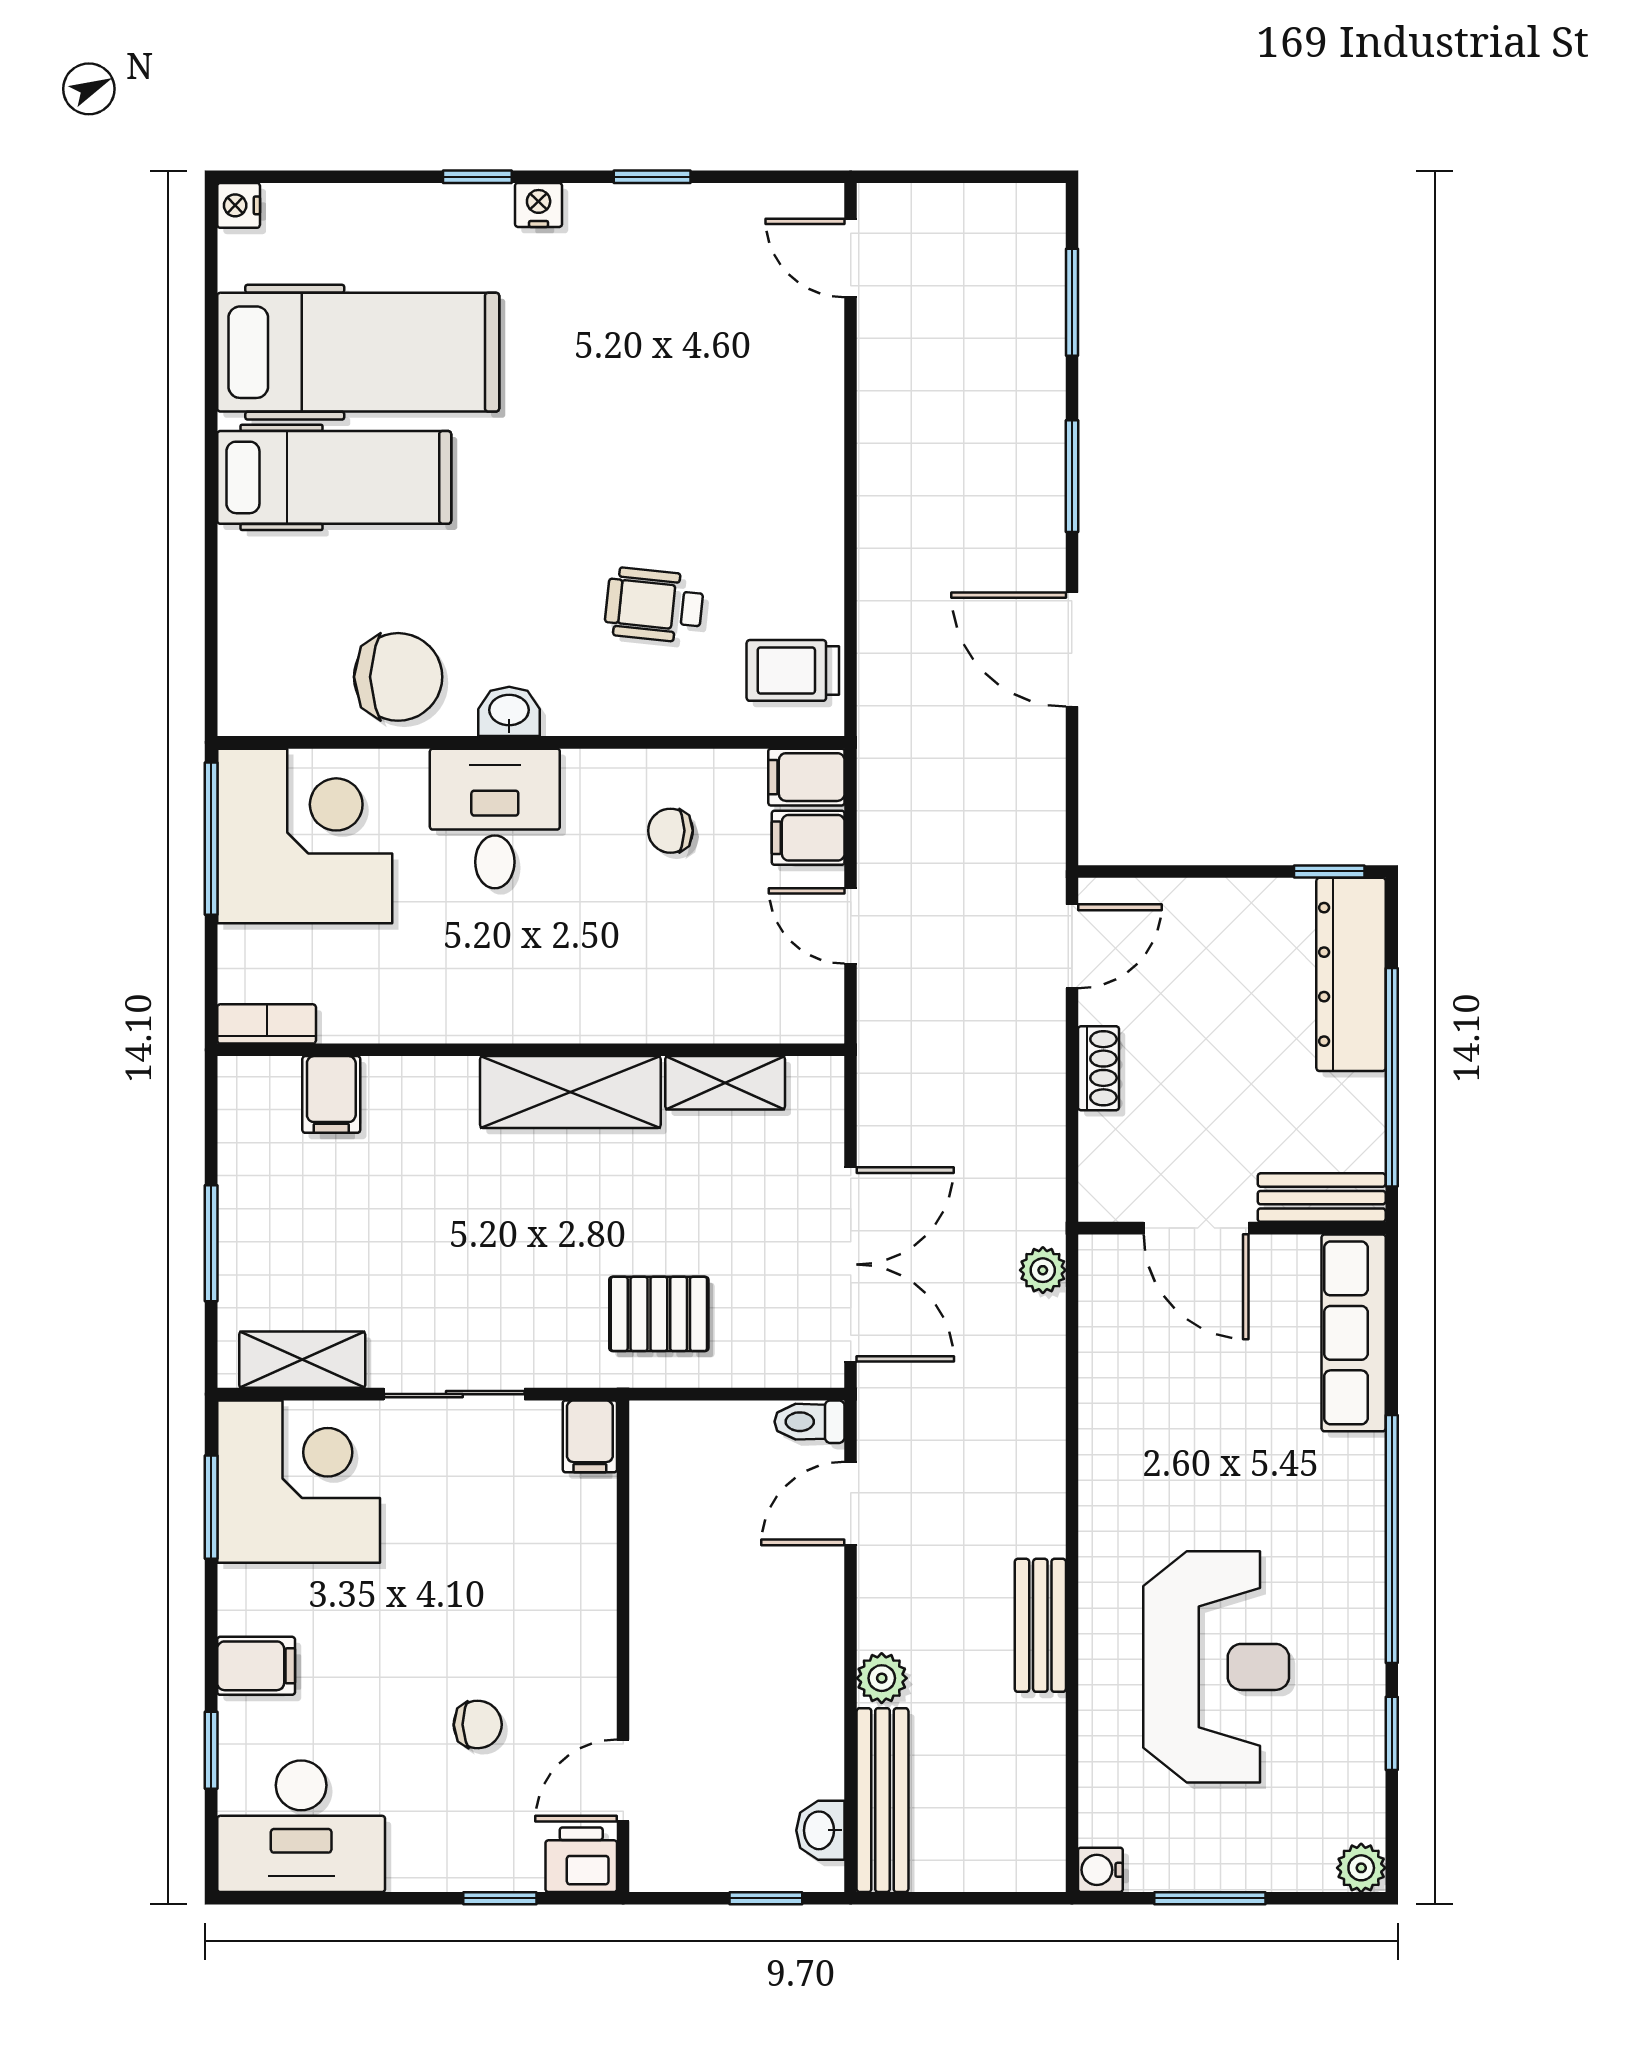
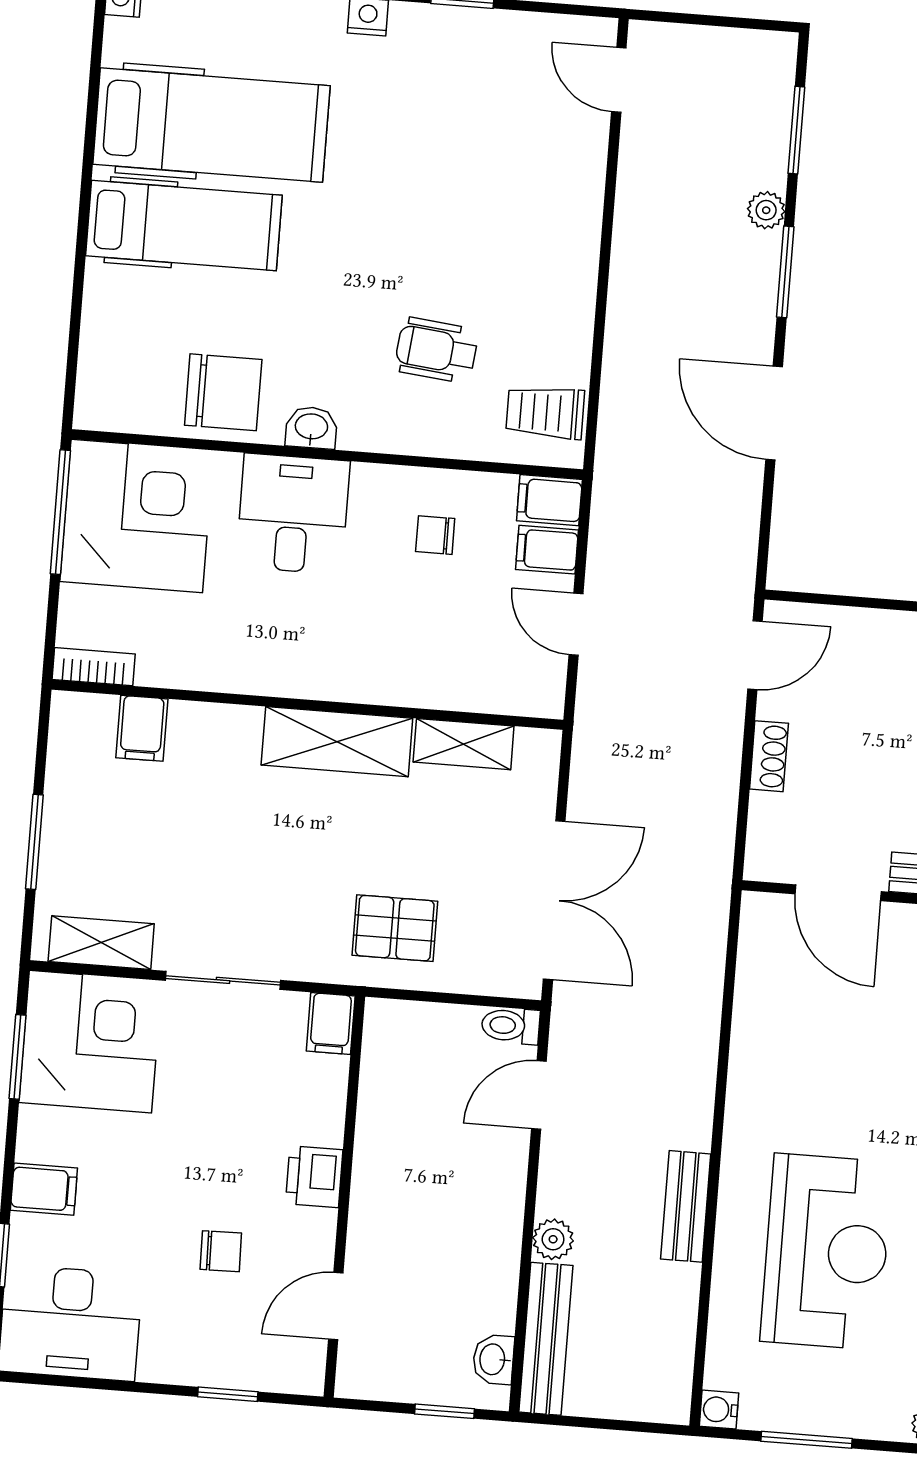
plant: (1043, 1270) -> (766, 210), moved
printer: (581, 1860) -> (314, 1177), moved, turned -90

